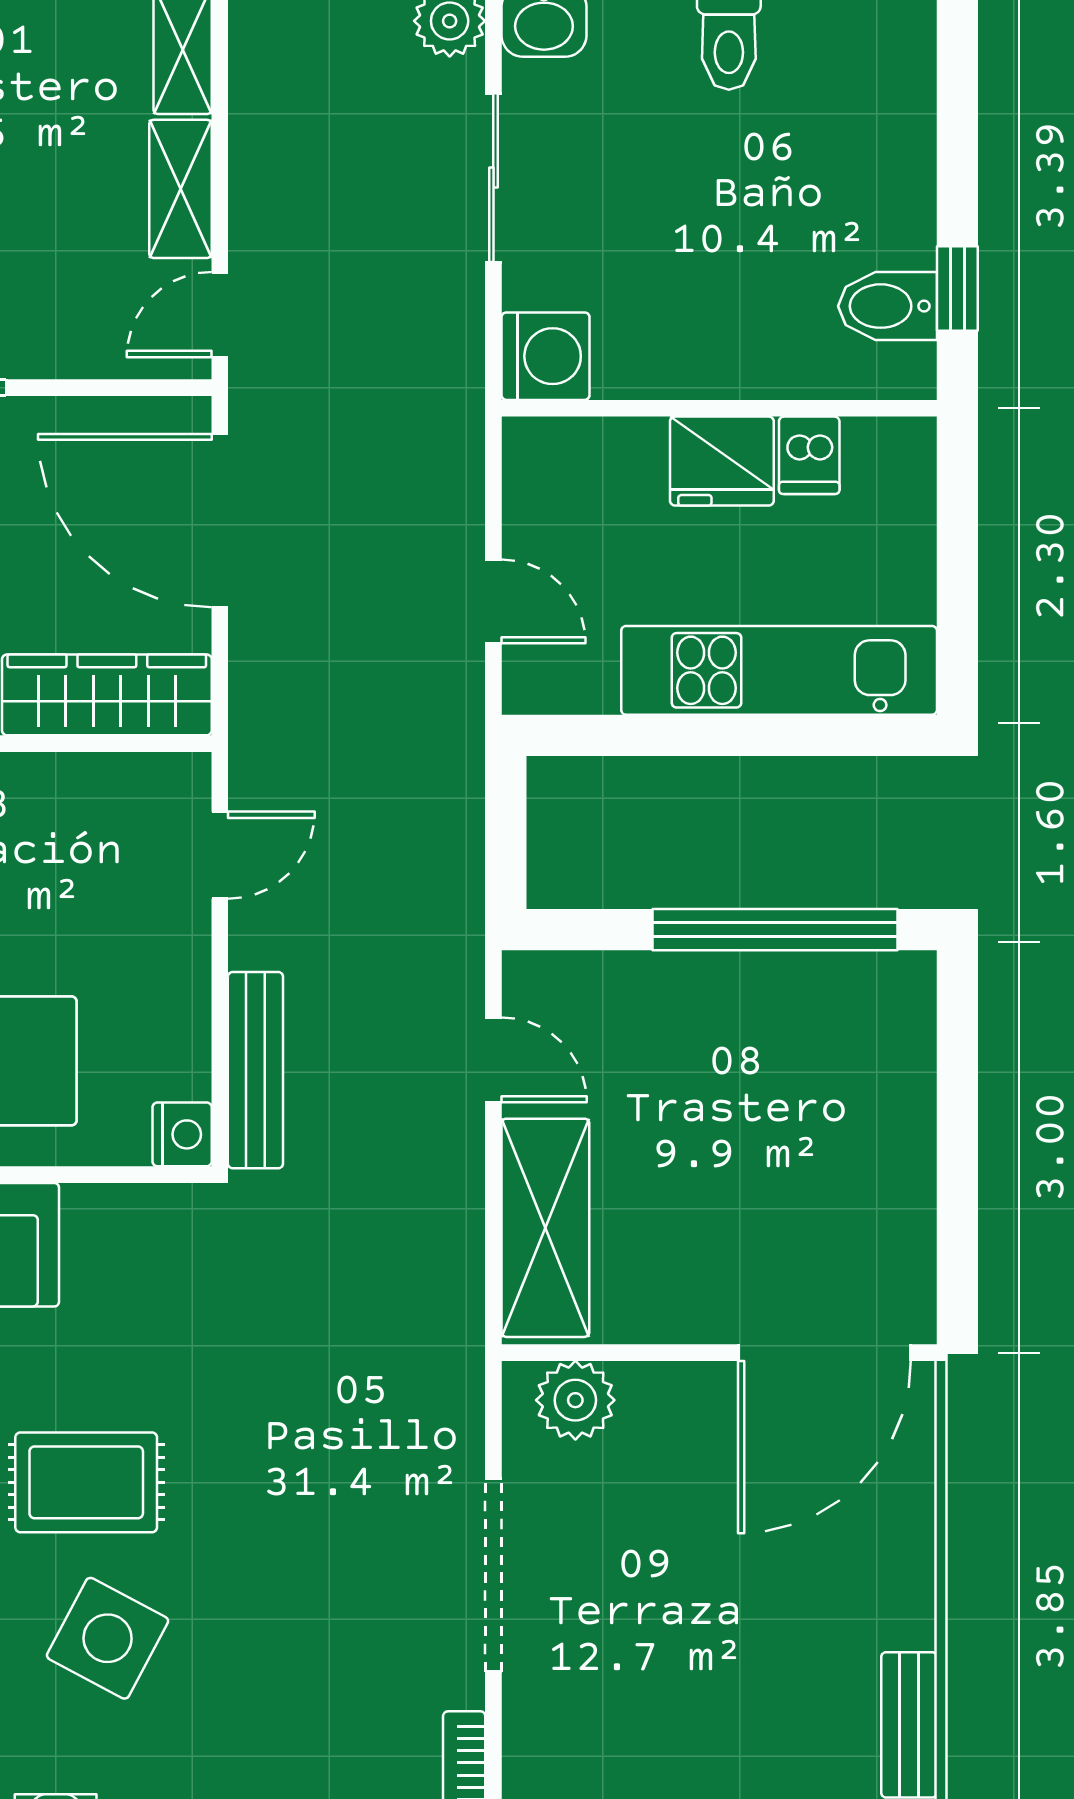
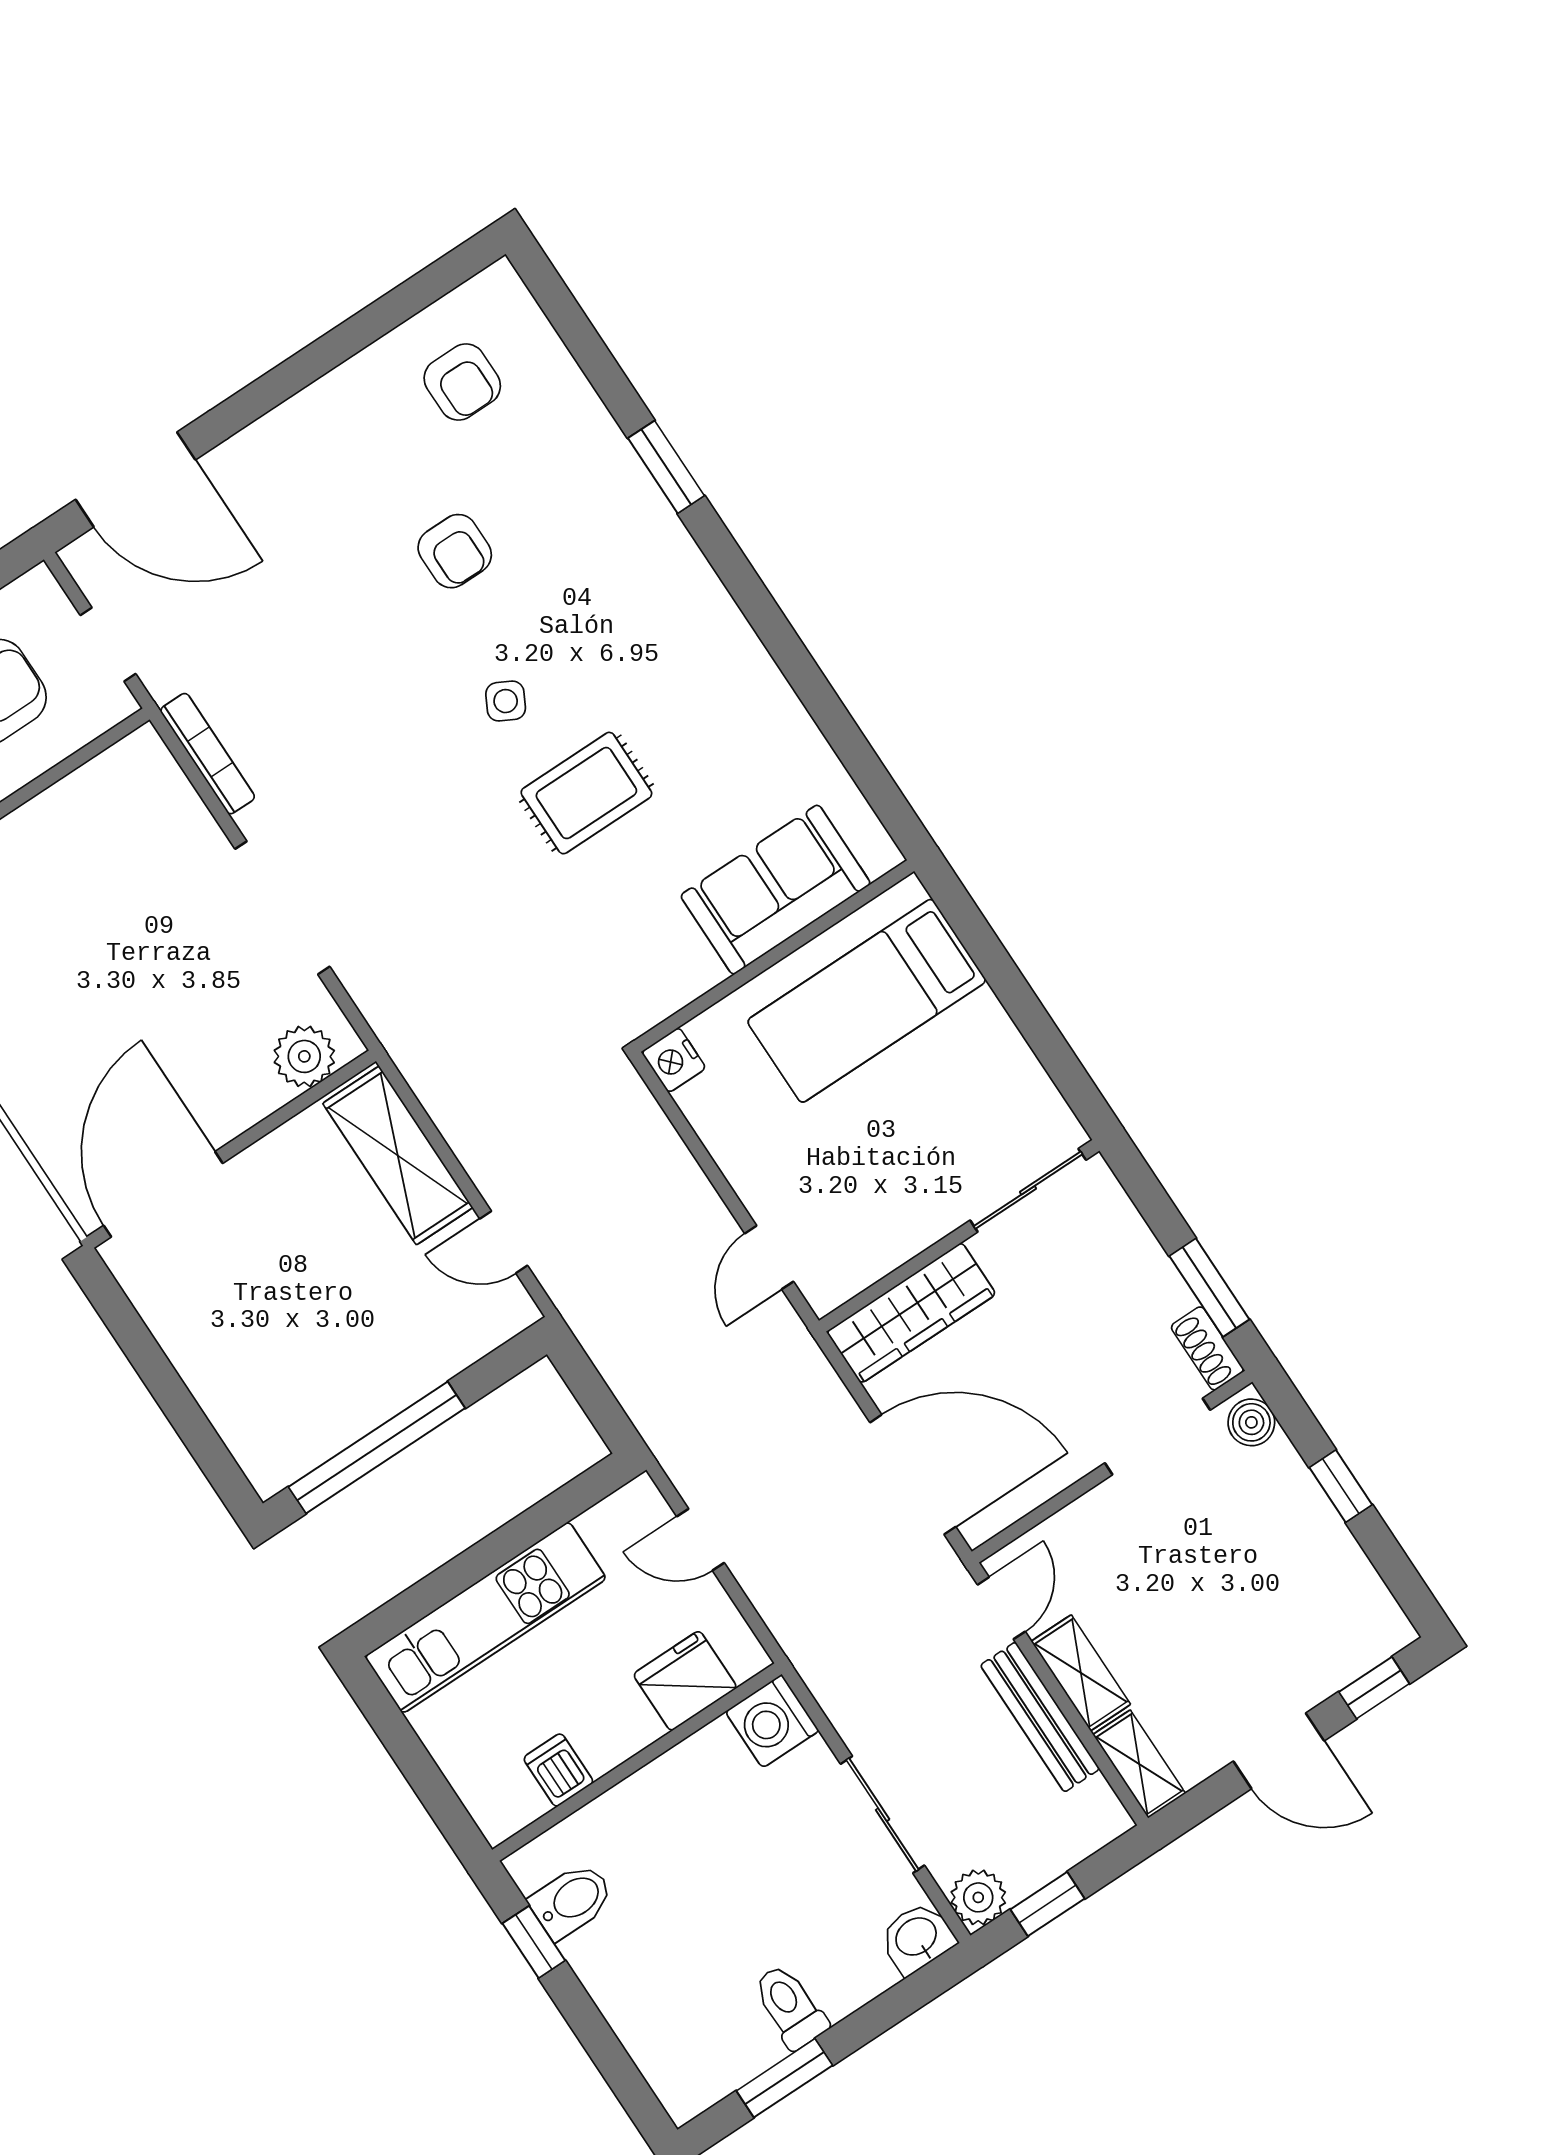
fridge: (722, 461) -> (685, 1681), moved
bench: (255, 1070) -> (1040, 1717), moved
side table: (108, 1638) -> (506, 701), width x0.54, depth x0.54

